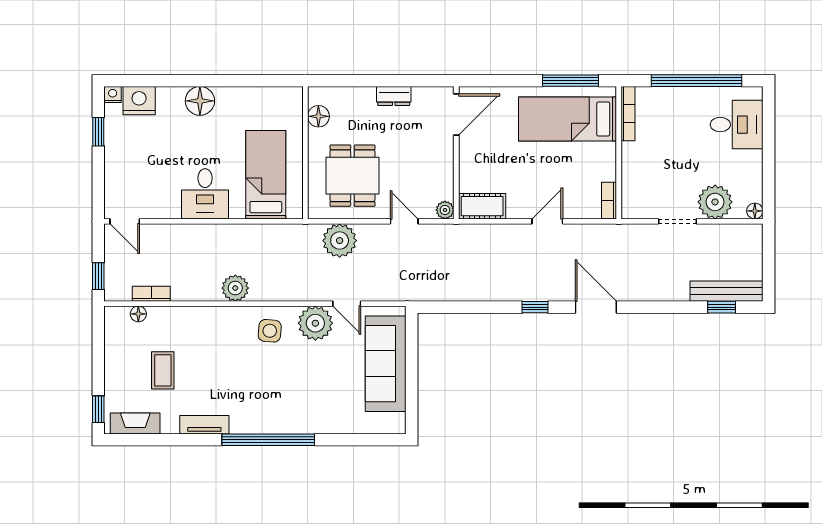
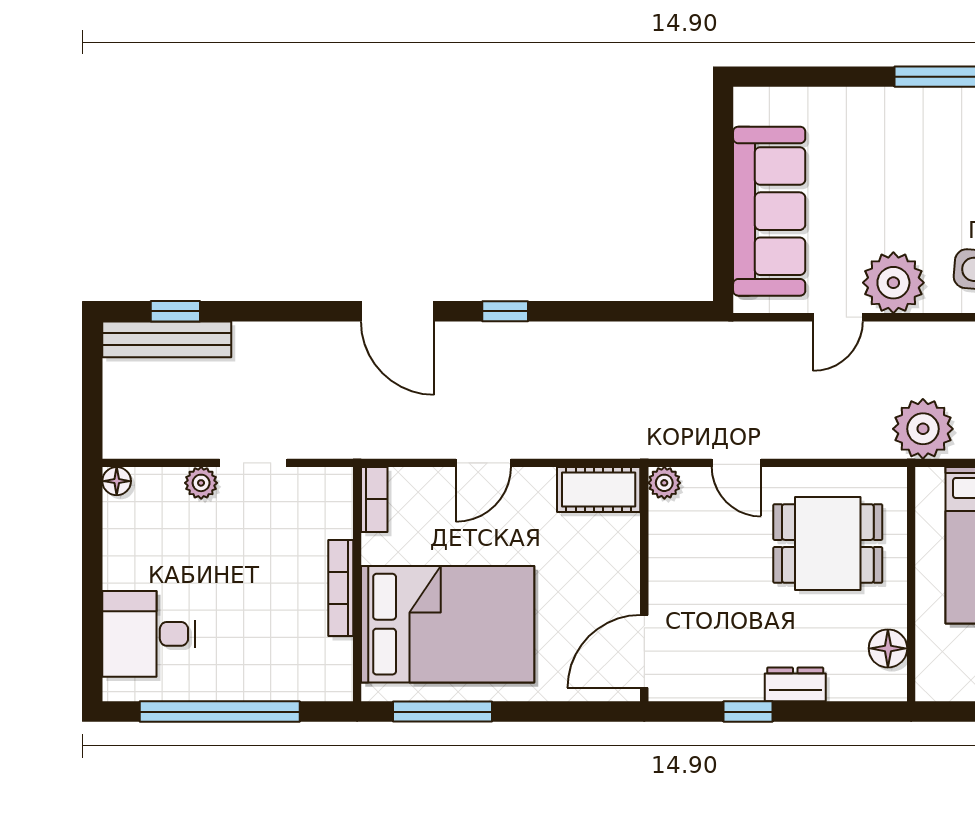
window: (398, 81) -> (748, 712), added
dresser: (394, 96) -> (795, 684), moved
bookcase: (628, 114) -> (341, 588), moved
bed: (567, 119) -> (448, 624), width x1.50
dining table: (352, 176) -> (828, 543), turned 90
plant: (715, 202) -> (201, 483), width x0.53, depth x0.53
plant: (340, 241) -> (923, 429), moved
door: (347, 304) -> (838, 317), swing flipped

